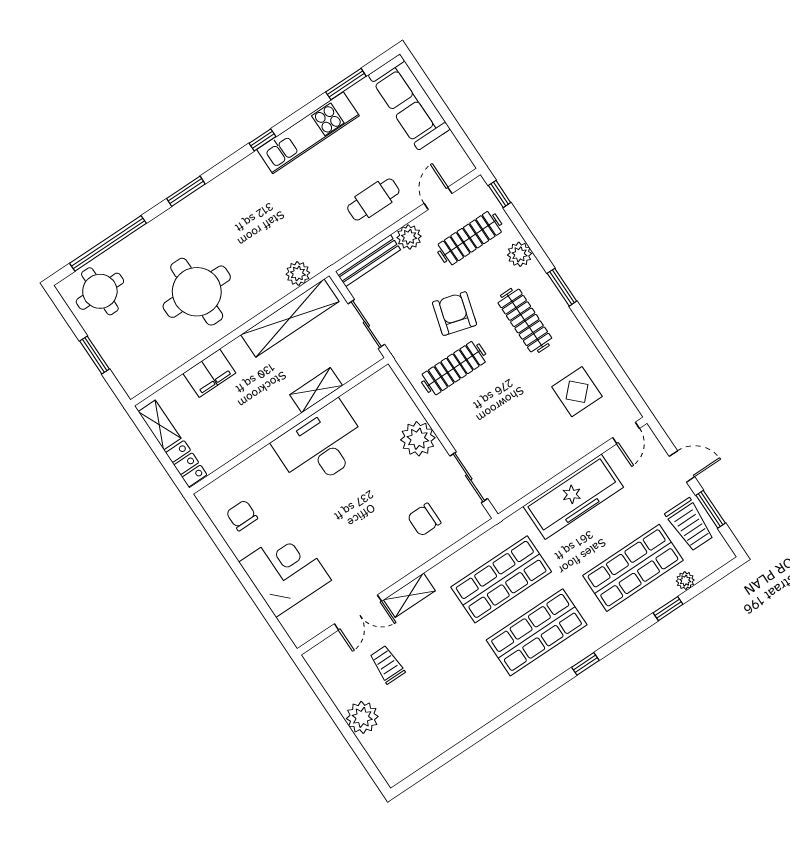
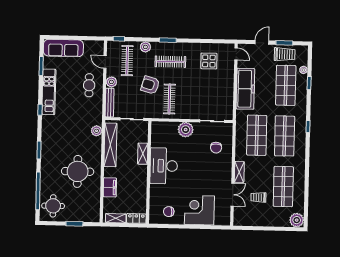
shop shelf: (440, 697) -> (283, 187), added
plant: (362, 717) -> (297, 220), moved

